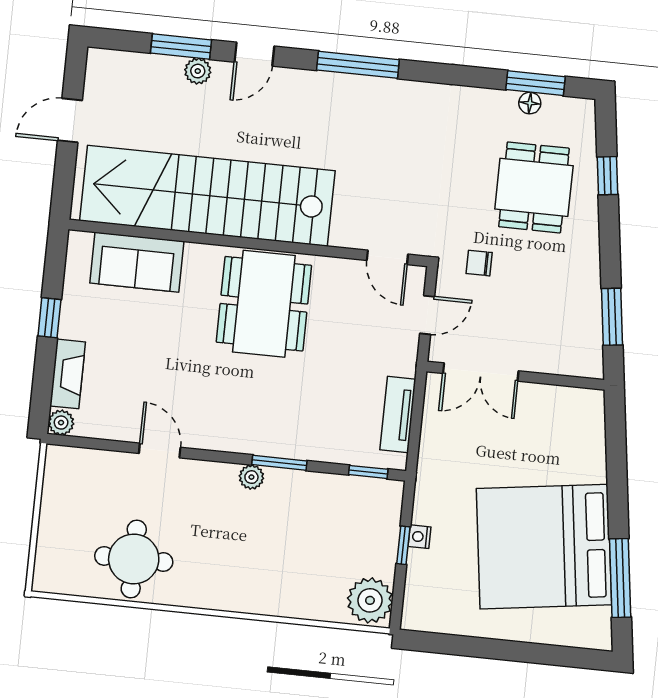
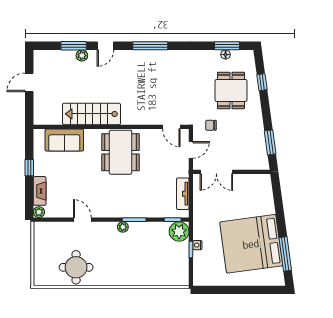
stairs: (207, 196) -> (92, 114), width x0.54, depth x0.66
plant: (370, 600) -> (179, 232), moved

